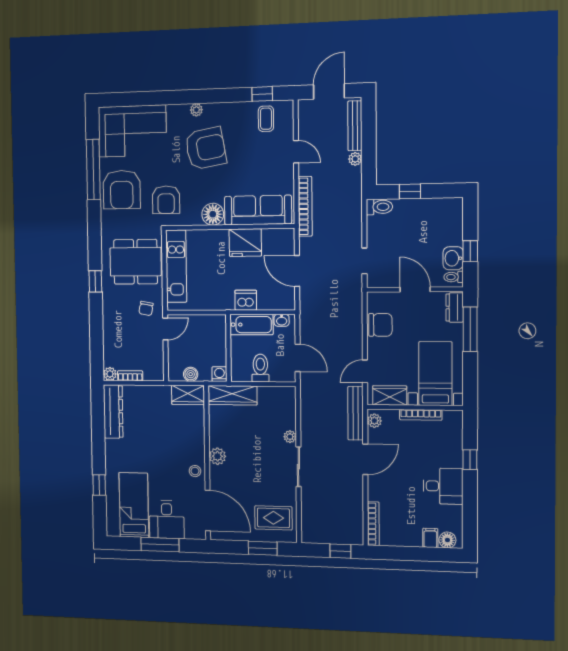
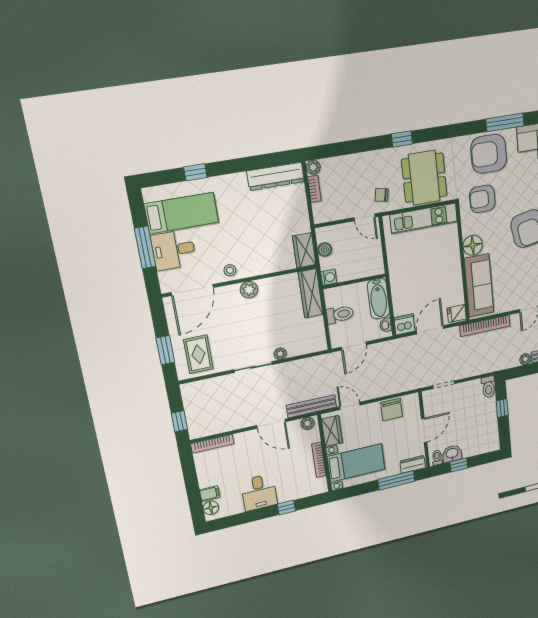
window: (93, 170) -> (505, 122), width x0.68
fridge: (245, 243) -> (457, 313), moved, width x0.53, depth x0.75
dishwasher: (246, 300) -> (404, 324), moved, turned -90

